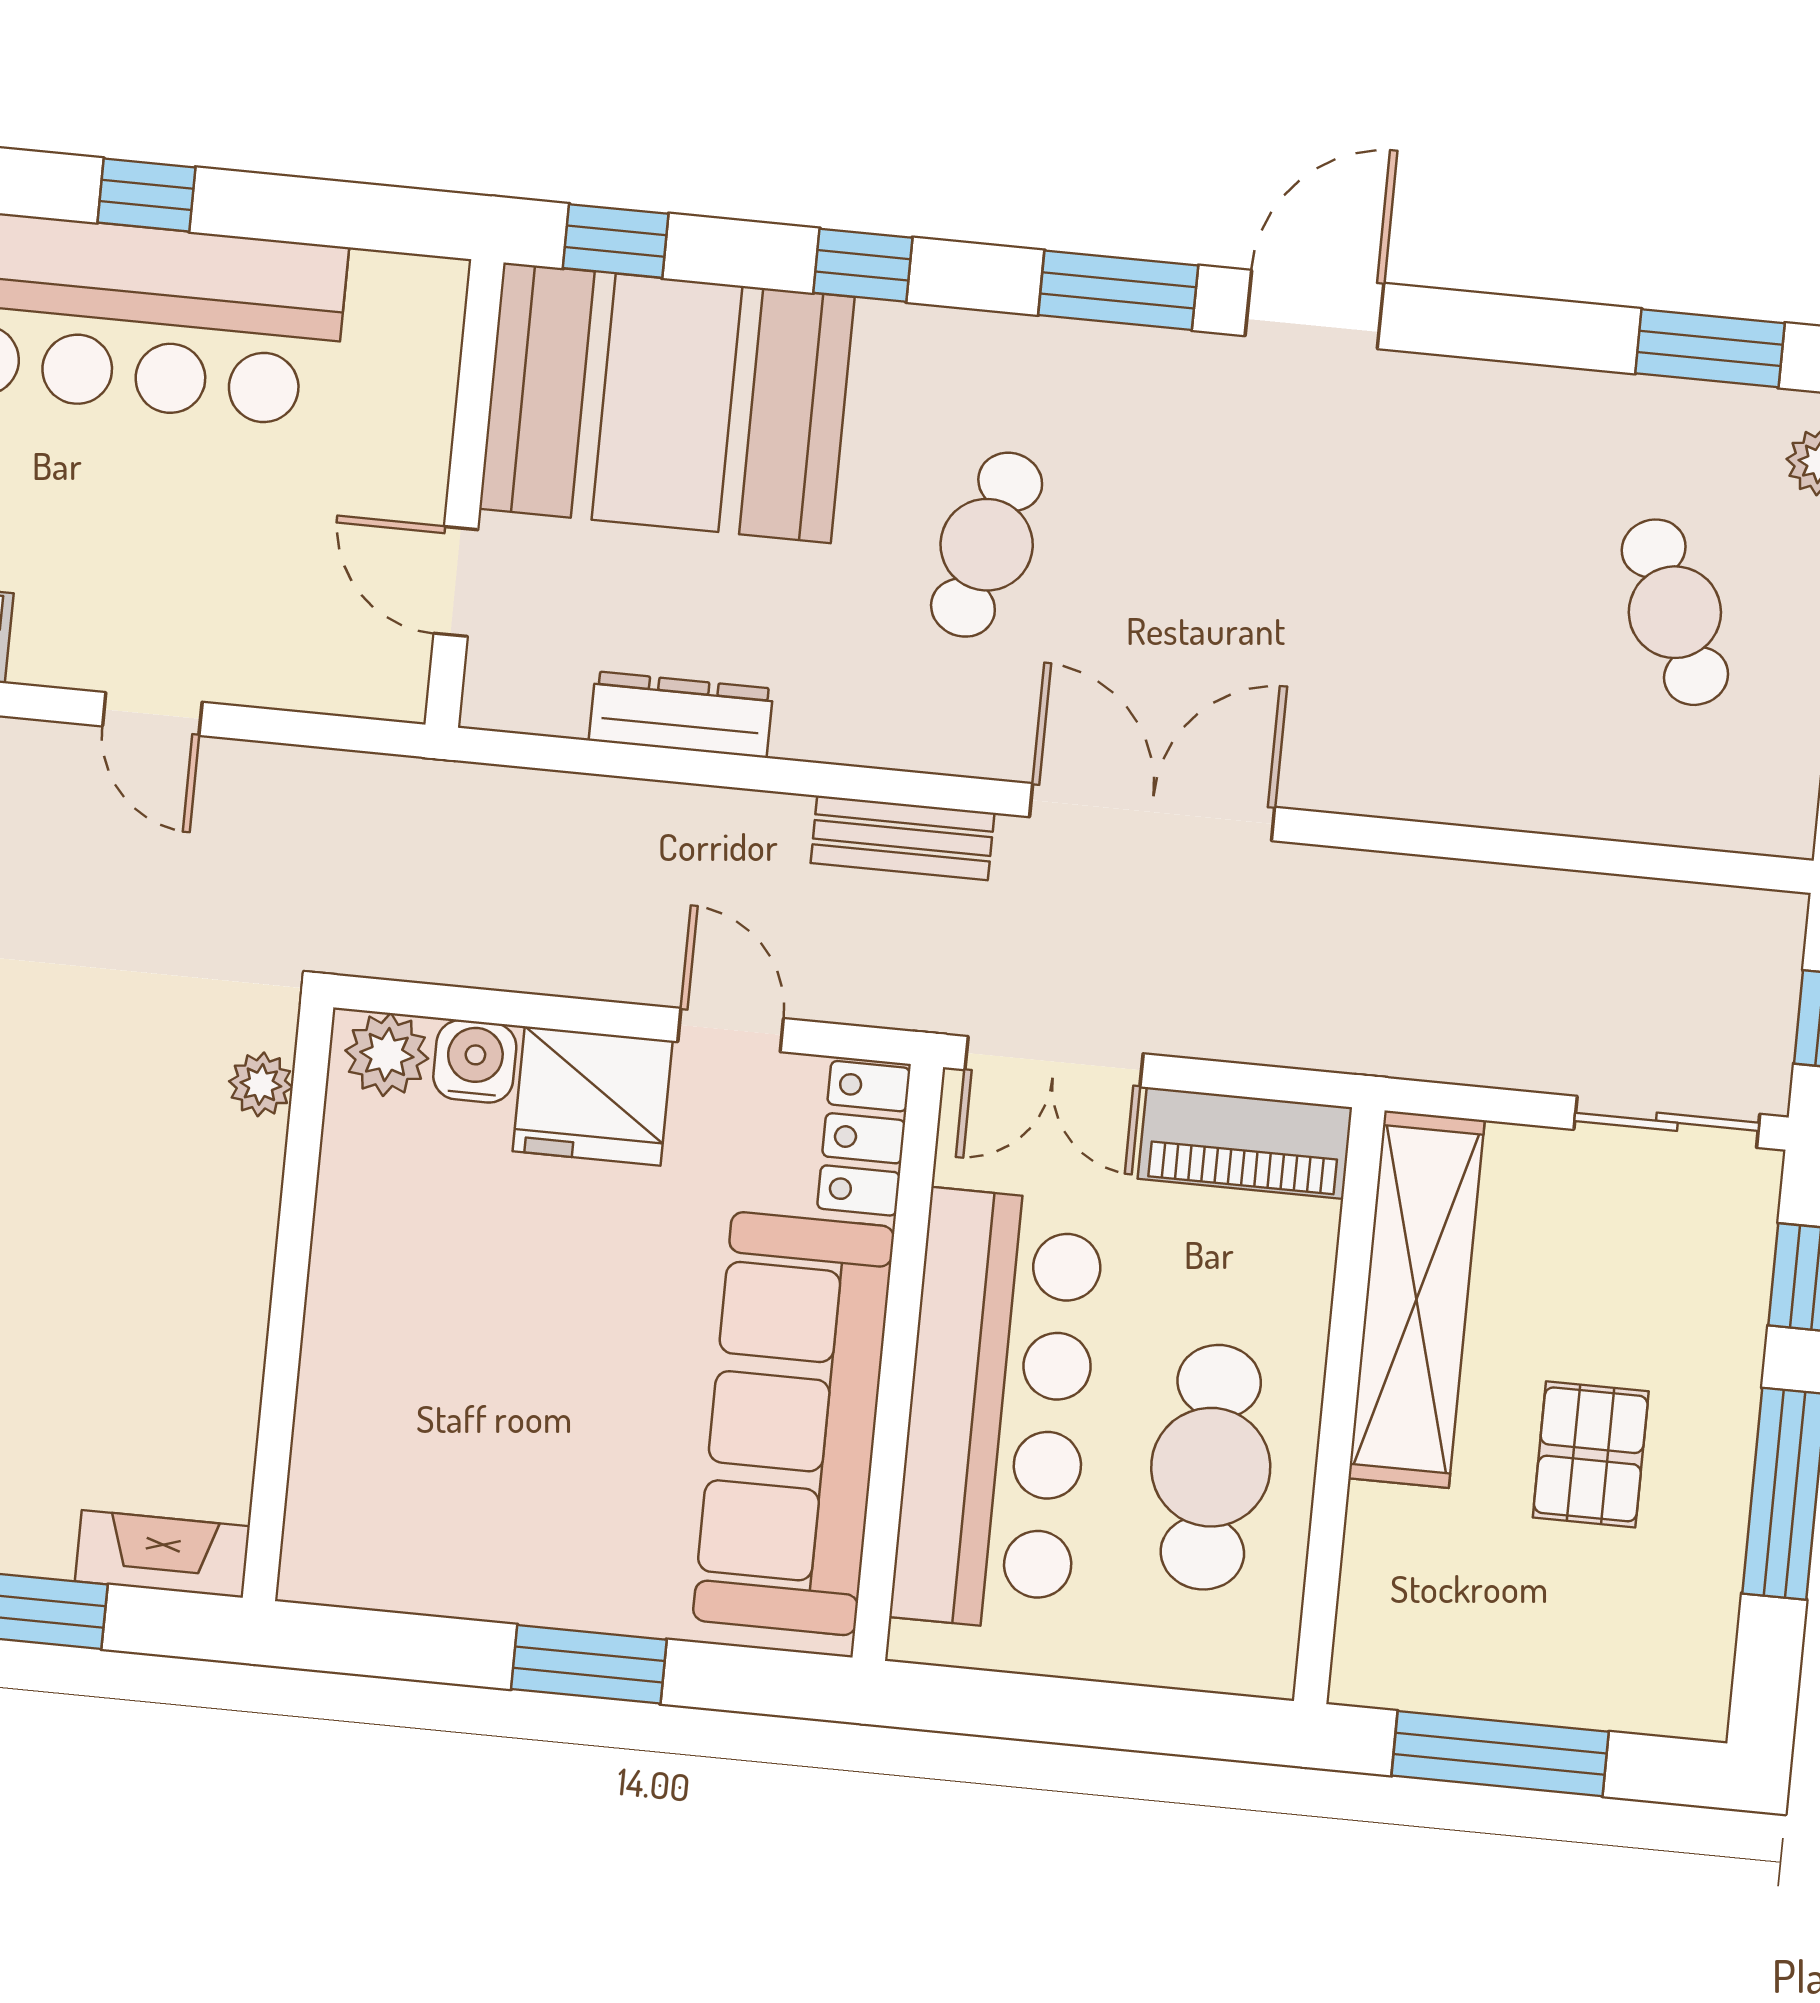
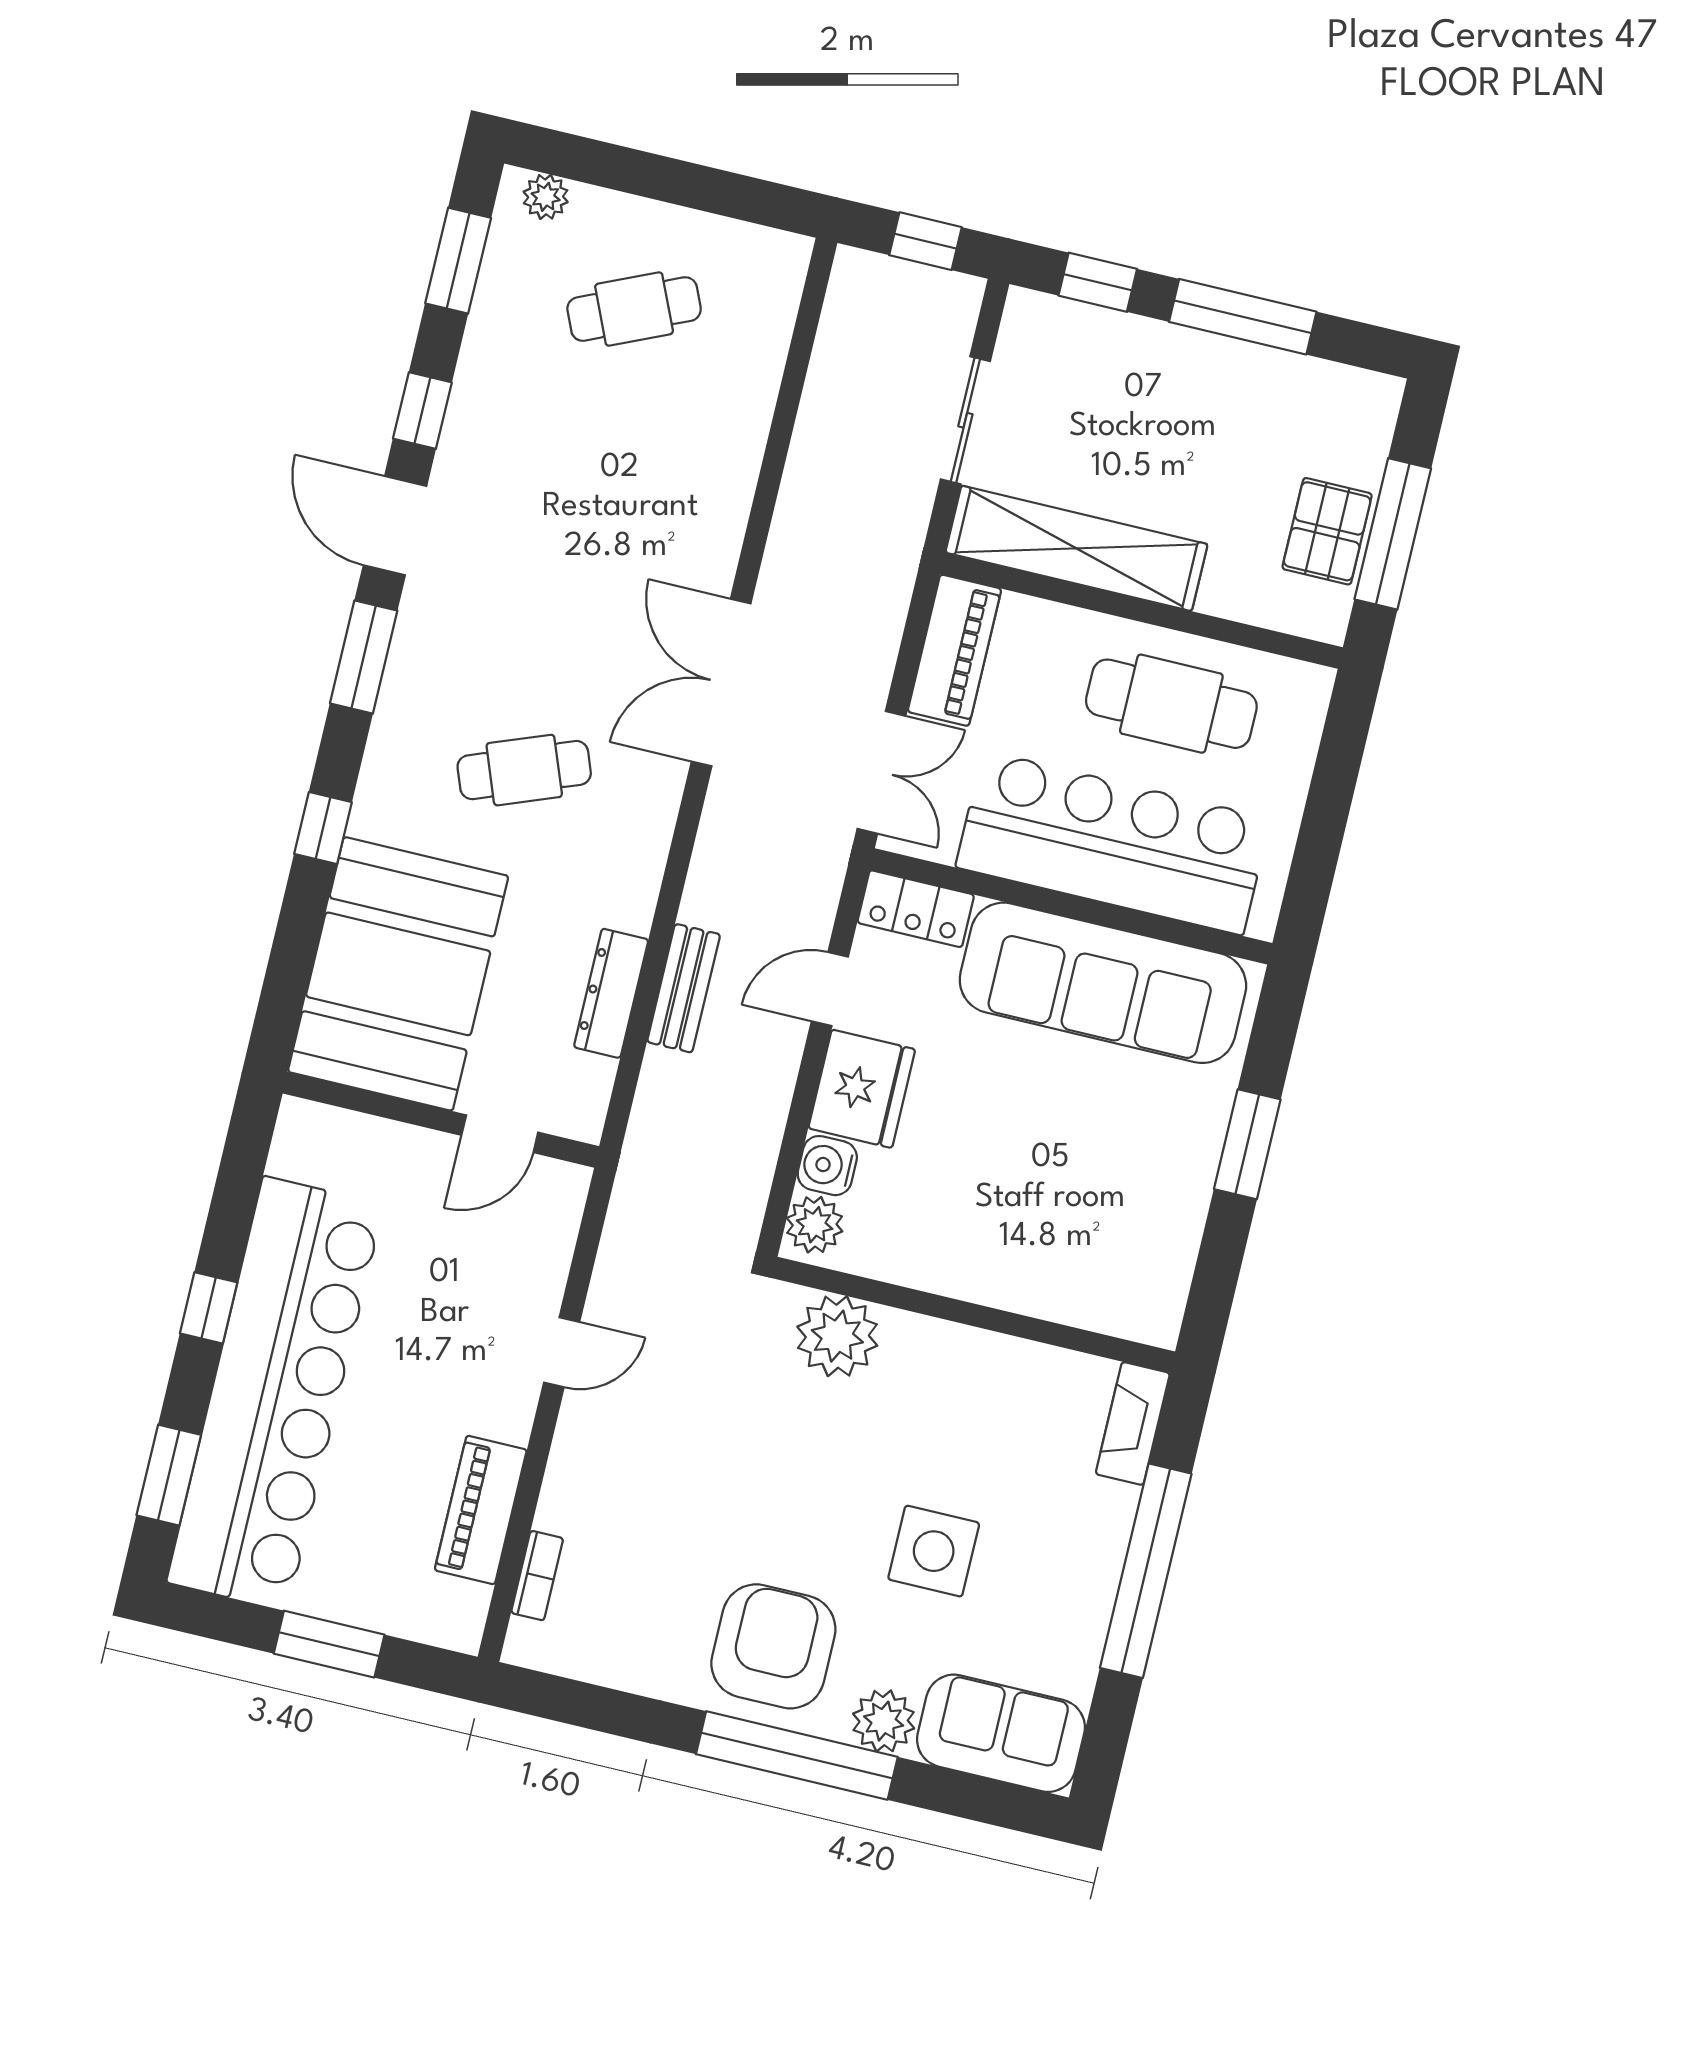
window: (616, 241) -> (422, 411), moved
cafe table: (987, 545) -> (524, 770), turned -36
bench: (903, 838) -> (684, 988), moved
plant: (261, 1084) -> (837, 1336), width x1.87, depth x1.87
sliding door: (1667, 1122) -> (965, 420), moved
pallet: (1591, 1454) -> (1327, 531), moved, turned 90

